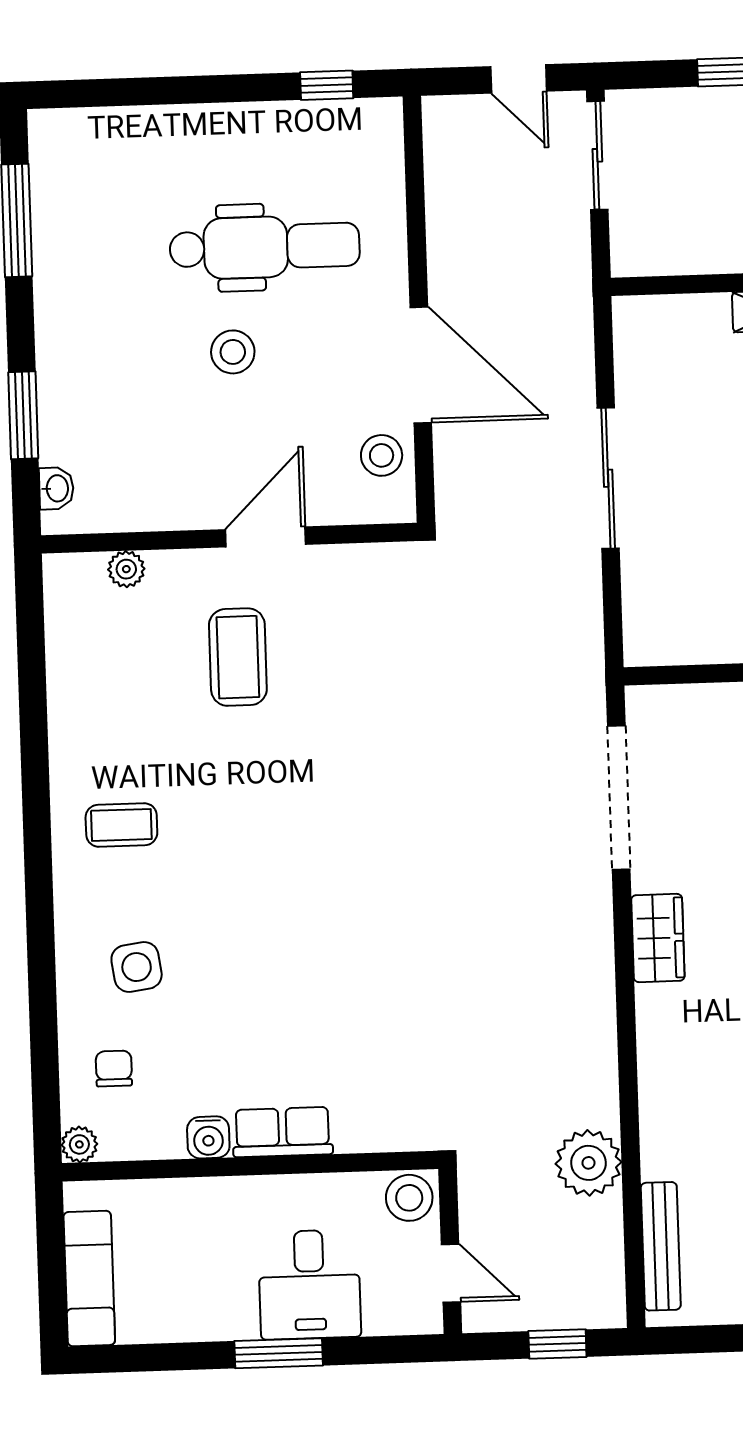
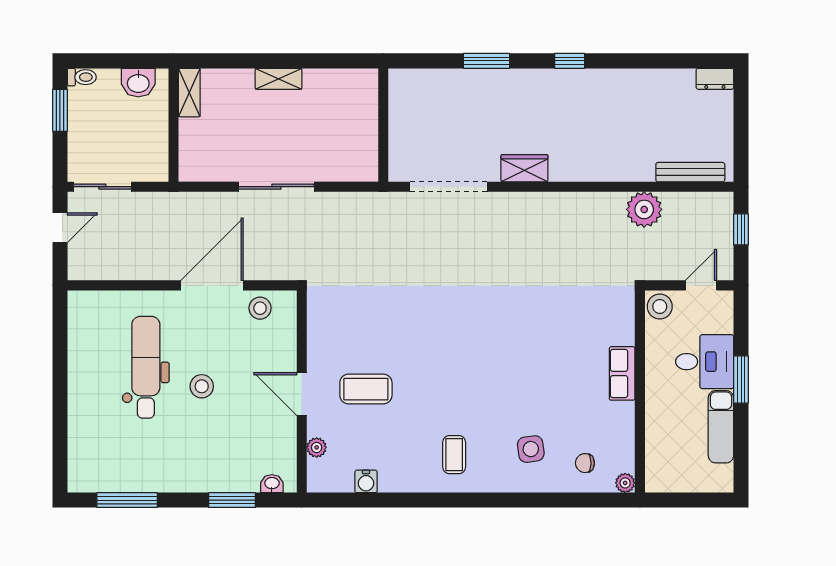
window: (327, 85) -> (60, 331), removed
door: (266, 537) -> (302, 394), moved
water cooler: (208, 1137) -> (366, 481), moved, turned 90
exam couch: (89, 1278) -> (721, 427), moved, turned -90

